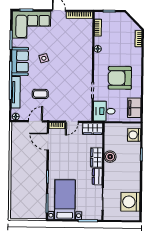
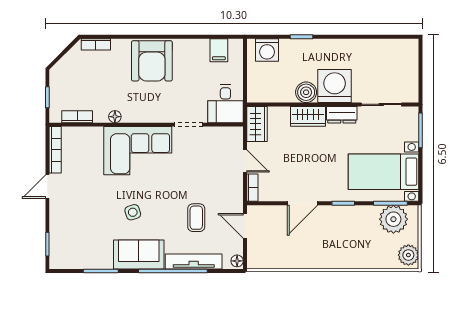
corner sofa: (31, 25) -> (138, 151), moved, turned 90
armchair: (120, 78) -> (152, 61), moved
filing cabinet: (134, 108) -> (219, 50), width x0.50
door: (48, 142) -> (303, 203), moved
washing machine: (130, 202) -> (335, 86), moved, turned 180
plant: (38, 205) -> (393, 219), added
plant: (18, 213) -> (408, 255), added

